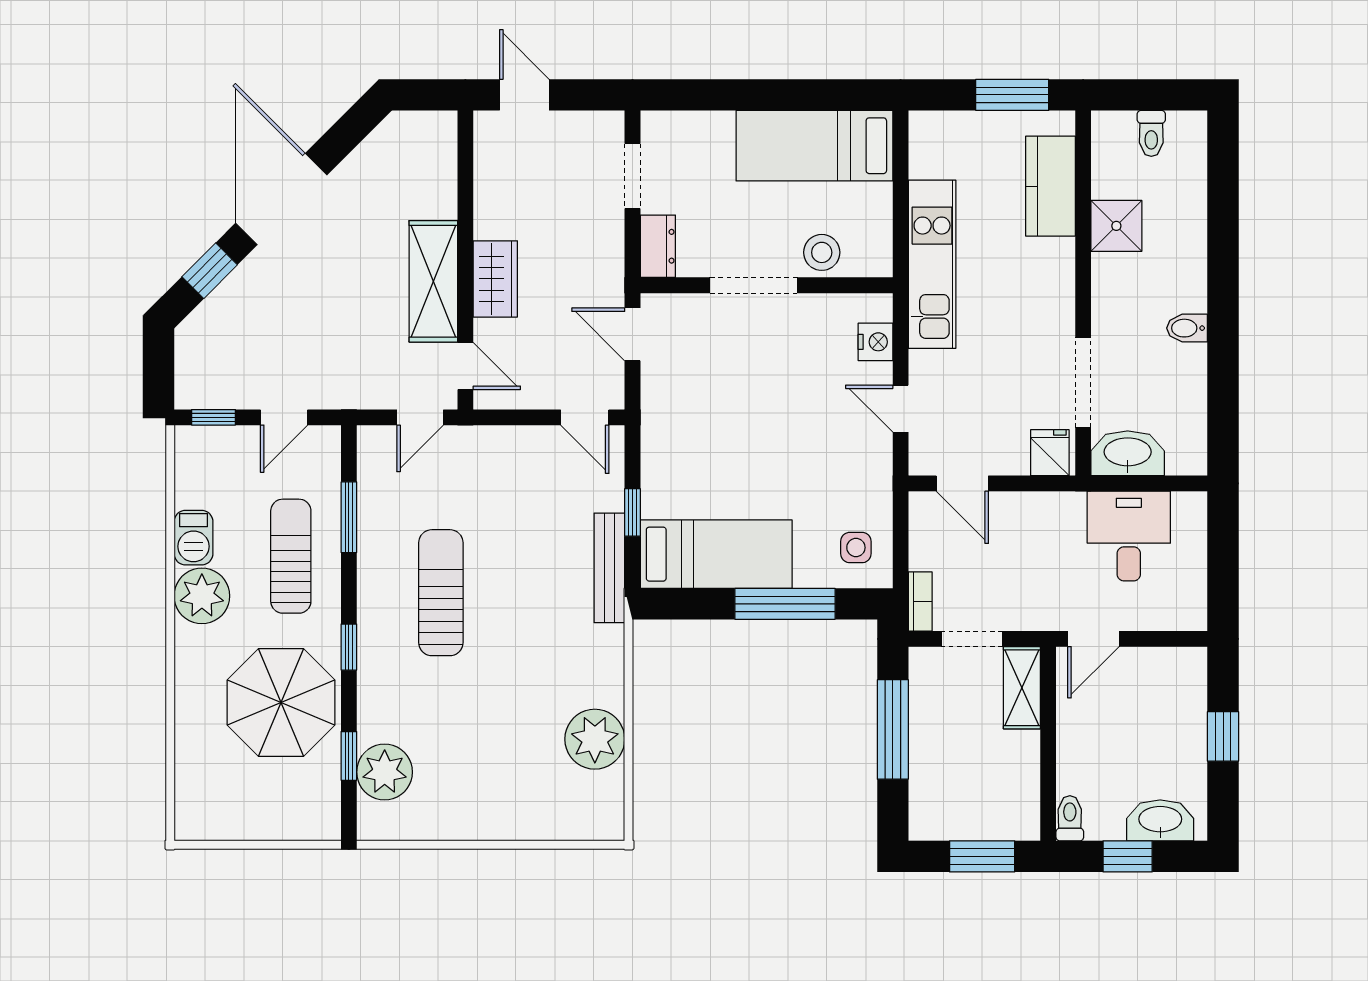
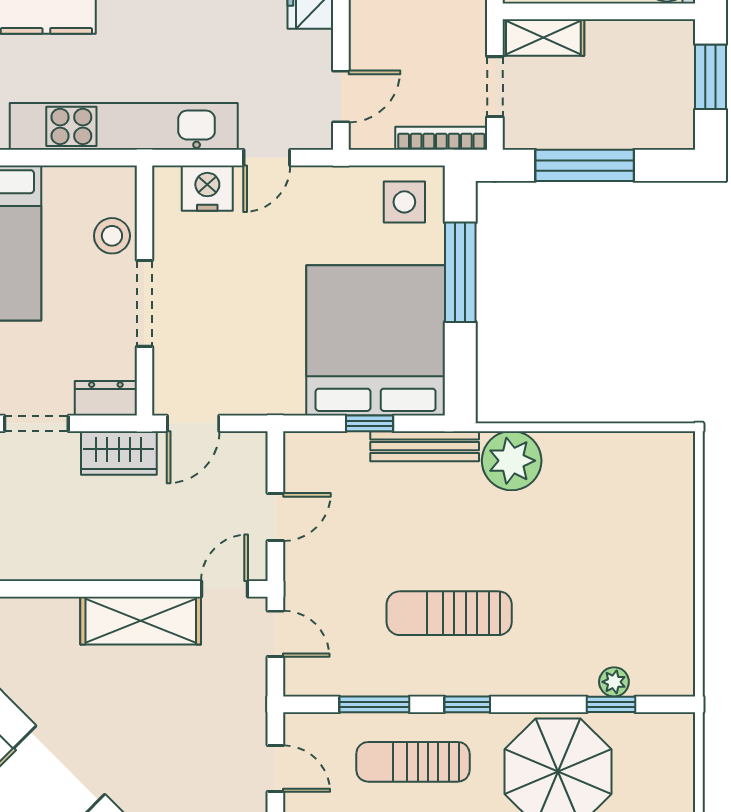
kitchen unit: (932, 264) -> (124, 126), width x1.36
wardrobe: (495, 279) -> (119, 453), moved, turned 180
nightstand: (875, 342) -> (207, 188), width x1.36, depth x1.33
door: (585, 417) -> (275, 517), moved
side table: (856, 548) -> (404, 202), width x1.37, depth x1.37
bed: (716, 554) -> (376, 340), width x2.04
bookcase: (920, 601) -> (441, 138), width x1.56
window: (349, 647) -> (467, 704), moved
plant: (595, 739) -> (512, 461), moved
plant: (385, 772) -> (614, 682), width x0.53, depth x0.53

